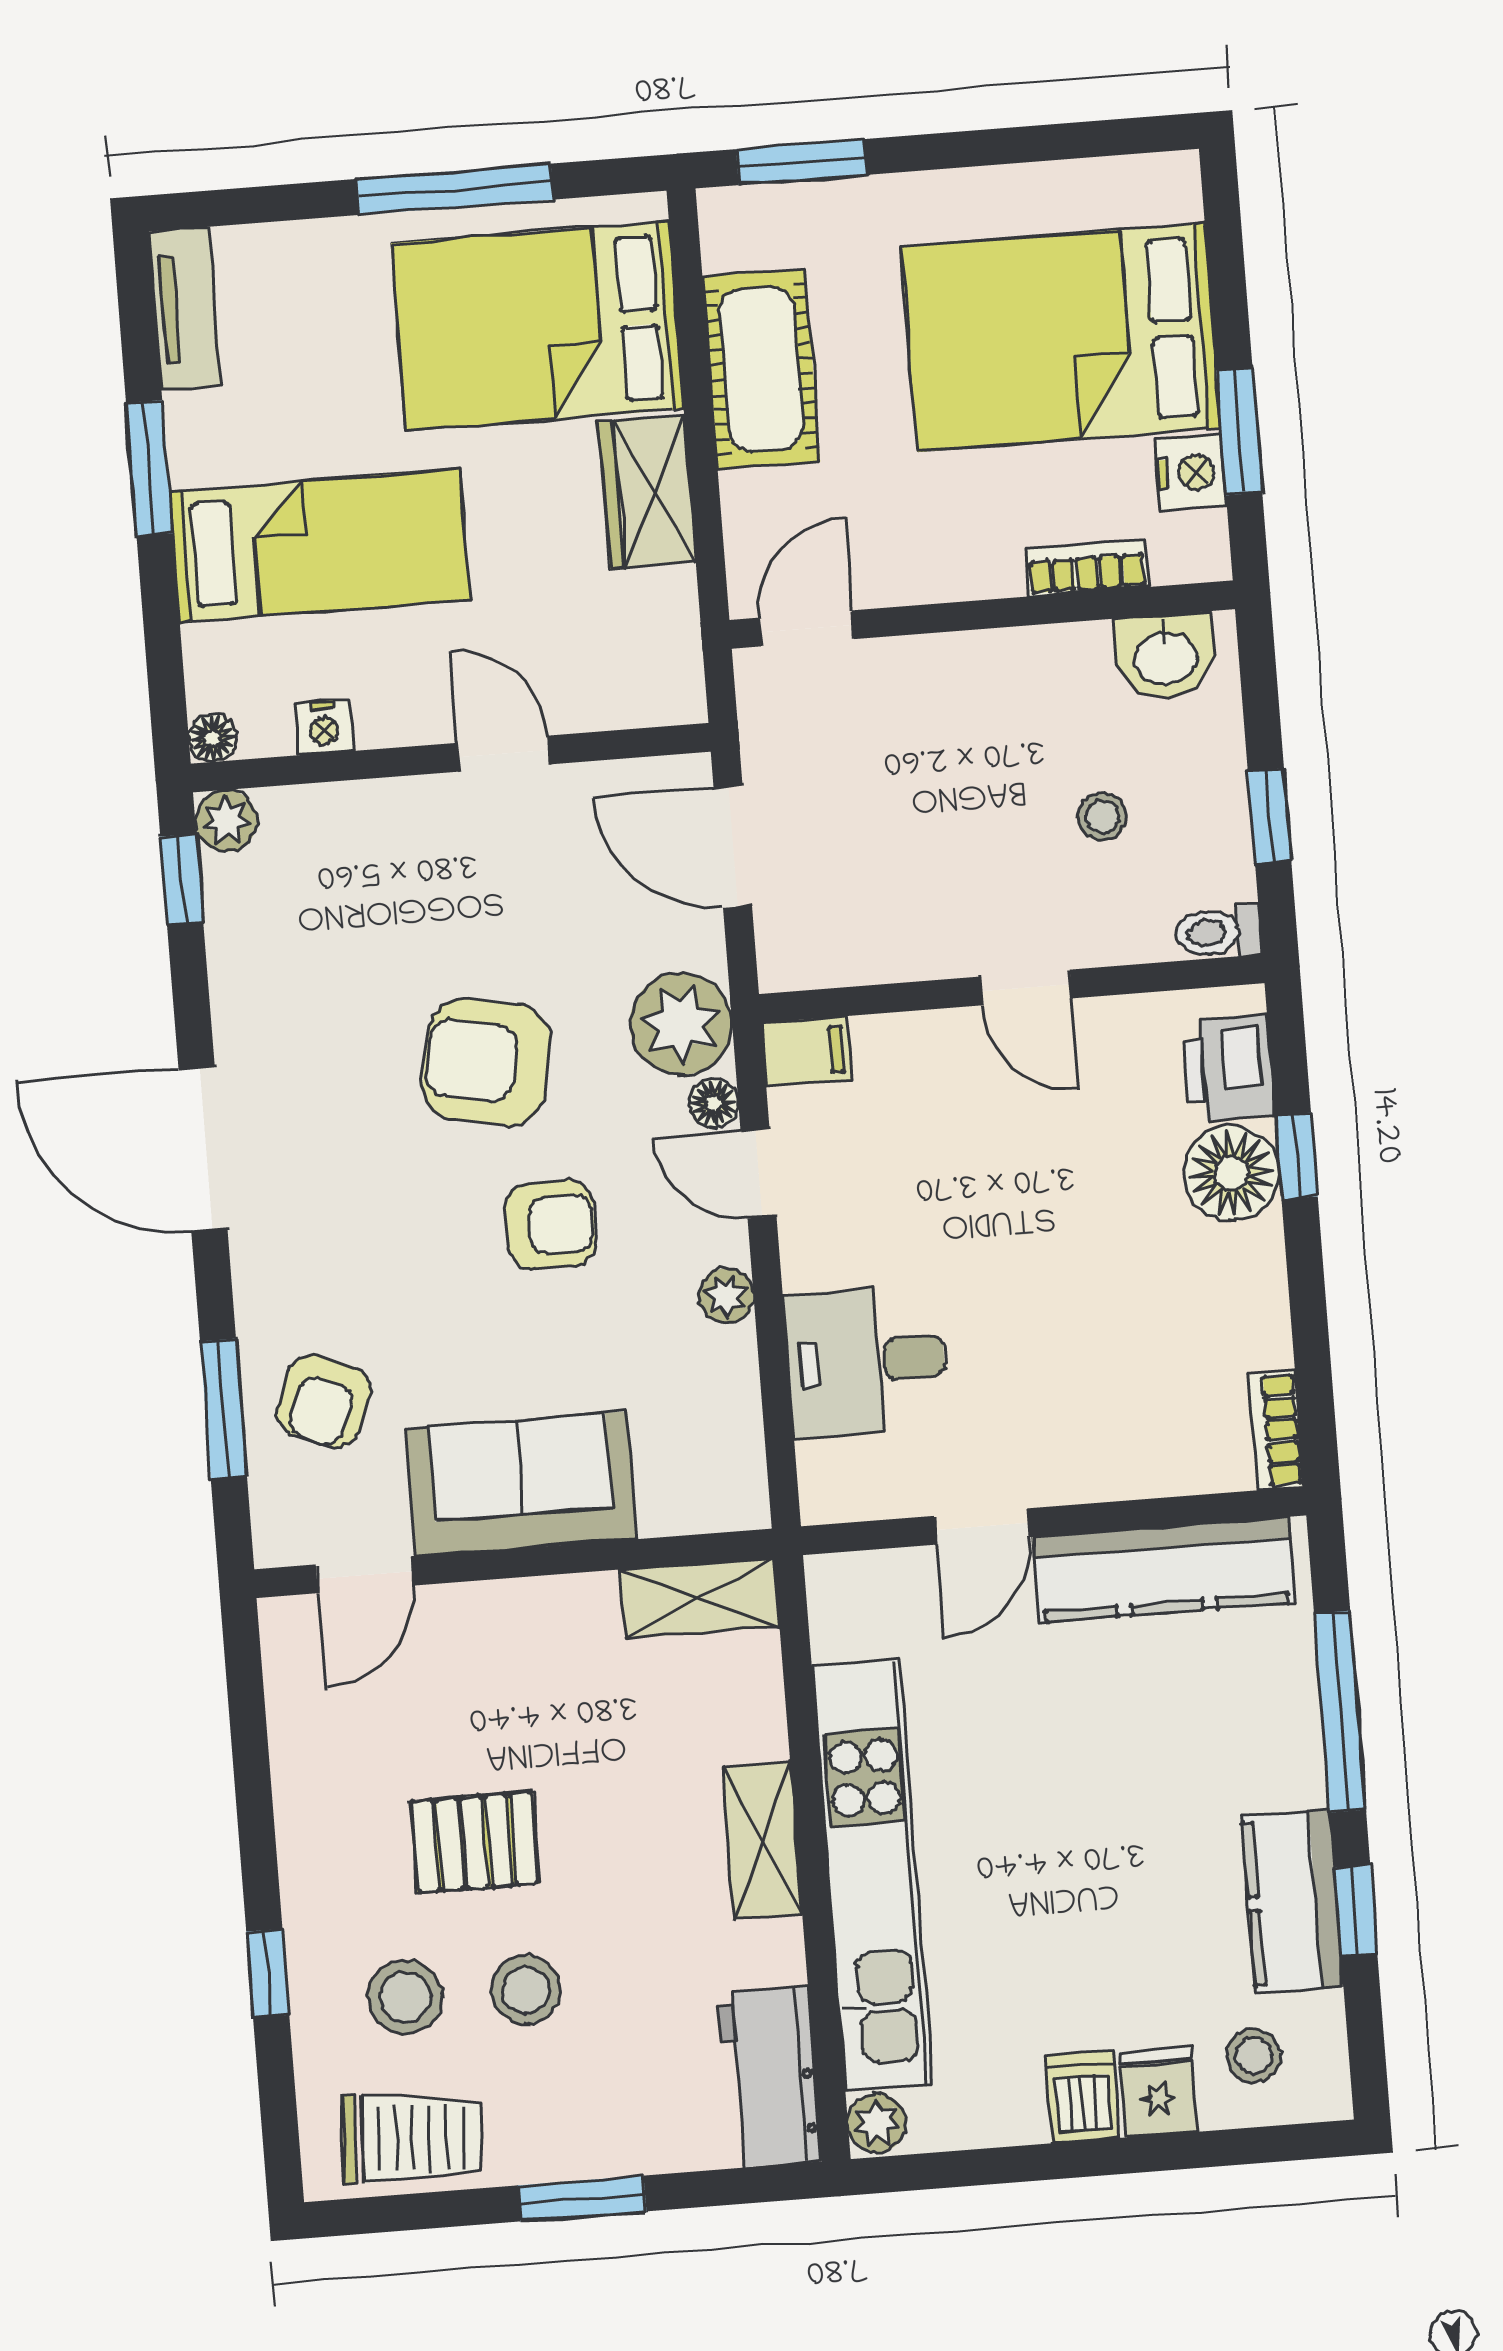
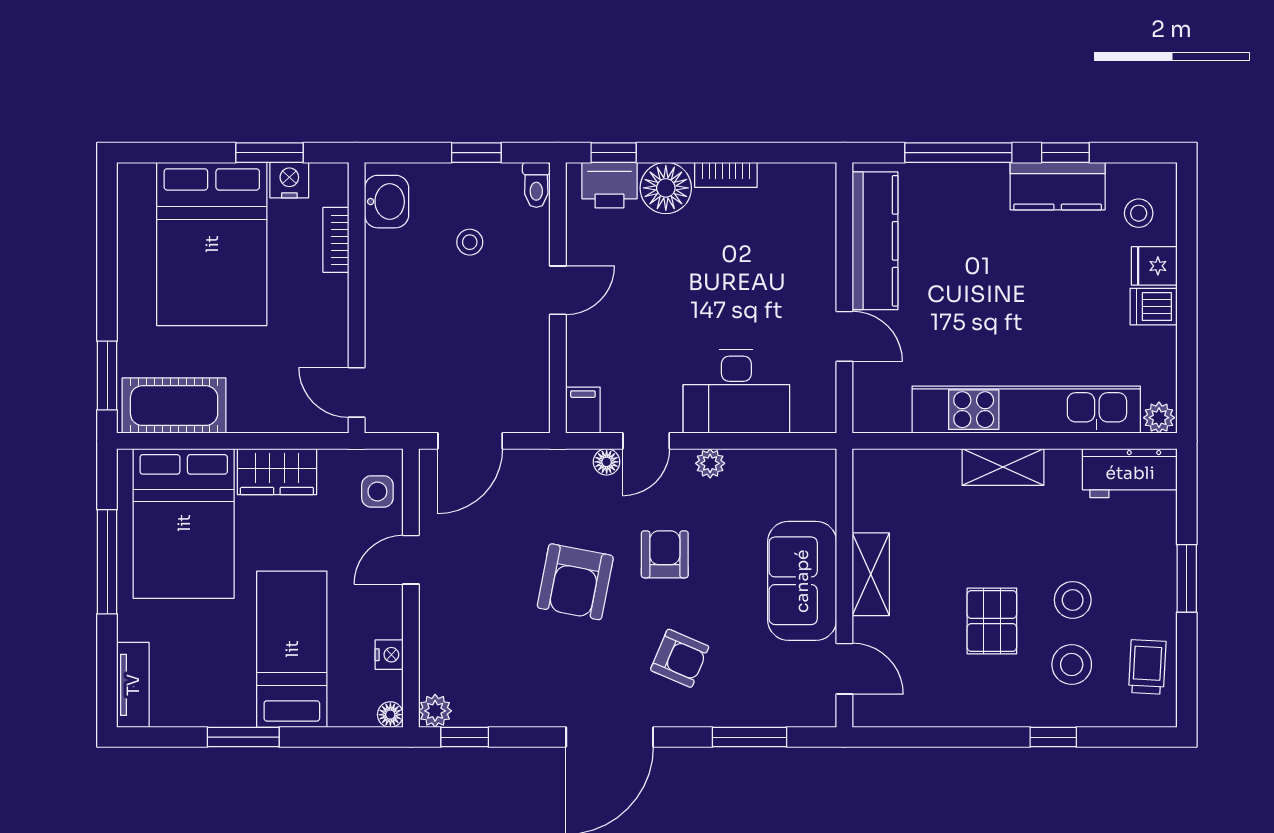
tv unit: (185, 308) -> (133, 685), moved, turned 90
cot: (761, 369) -> (174, 406), moved
side table: (625, 682) -> (377, 491), added
plant: (681, 1024) -> (563, 476), removed
window: (1296, 1156) -> (614, 153), moved
desk: (866, 1361) -> (736, 391), width x1.37
armchair: (324, 1401) -> (680, 658), moved
bookcase: (1276, 1430) -> (726, 175), moved
shelving: (700, 1598) -> (871, 574), moved
trolley: (412, 2138) -> (1147, 667), width x0.73, depth x0.72

